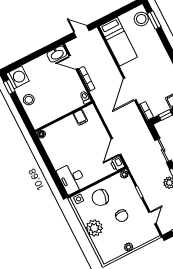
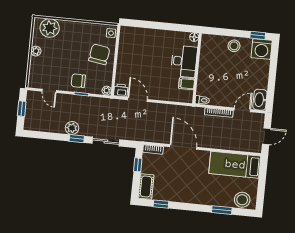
window: (154, 20) -> (222, 210), moved
desk: (72, 178) -> (184, 61), moved, turned 90
chair: (122, 216) -> (78, 81), moved
plant: (94, 228) -> (50, 28), moved

